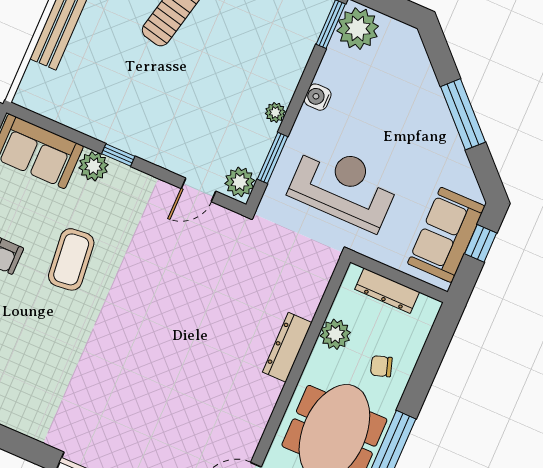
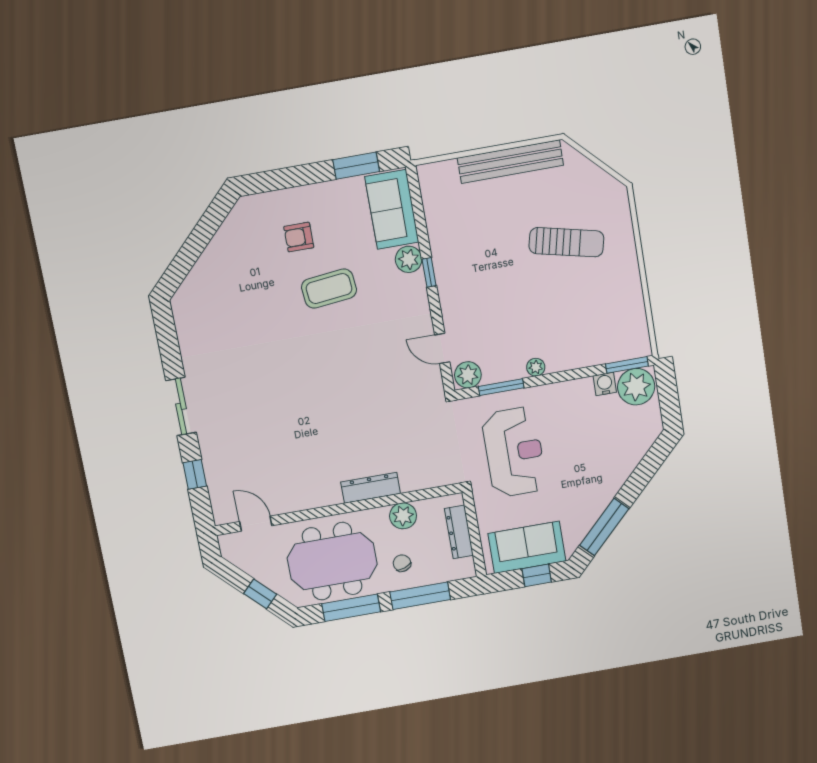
water cooler: (318, 97) -> (605, 384), moved
window: (463, 114) -> (604, 527), moved
window: (426, 370) -> (420, 596), added

